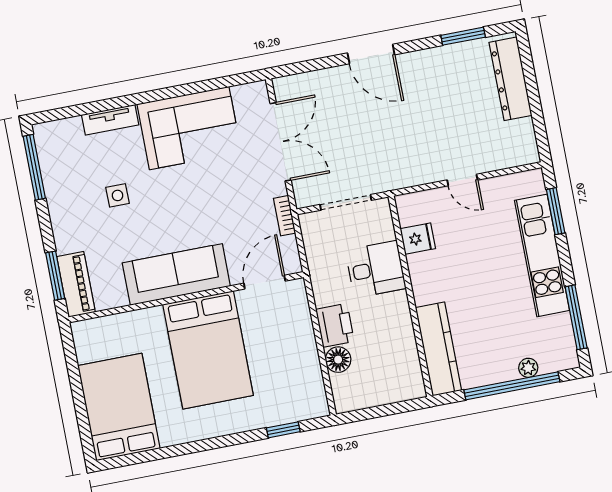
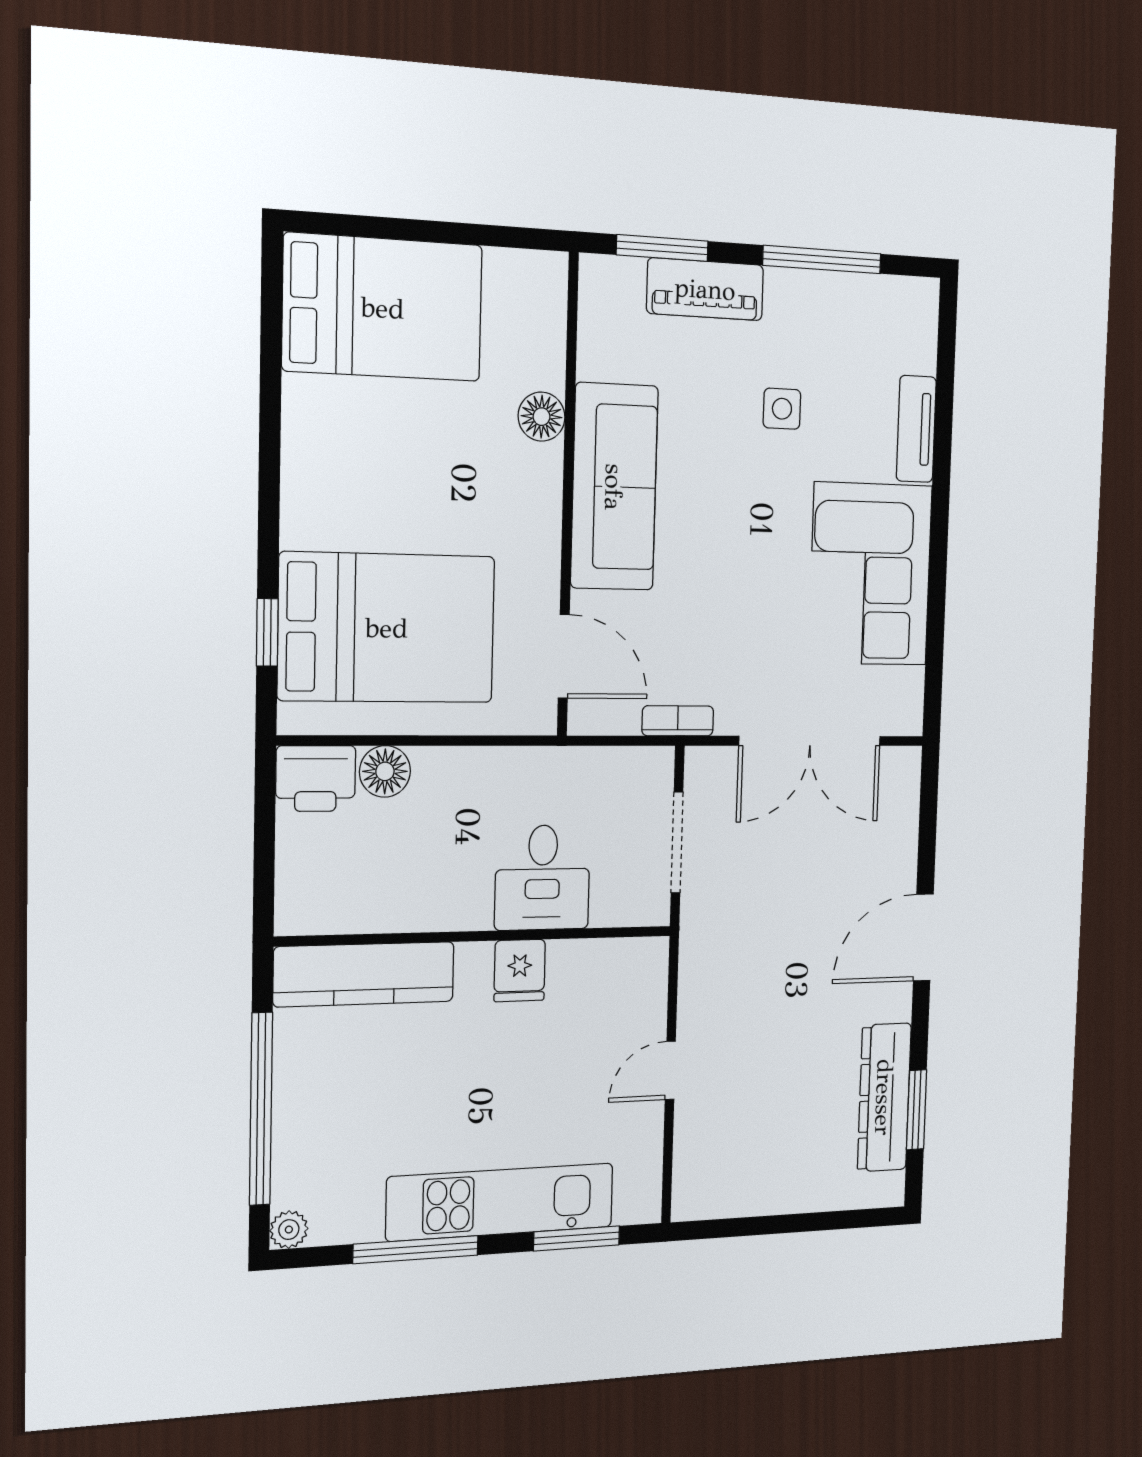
dresser: (511, 79) -> (884, 1097), moved, turned -90
window: (34, 167) -> (822, 260), moved
fridge: (418, 239) -> (520, 970), moved
piano: (76, 284) -> (705, 289), moved
window: (576, 317) -> (416, 1250), moved
floor lamp: (151, 319) -> (542, 417), added
printer: (335, 325) -> (316, 778), moved
bed: (208, 350) -> (387, 628), moved, turned 180
plant: (528, 368) -> (289, 1230), moved

